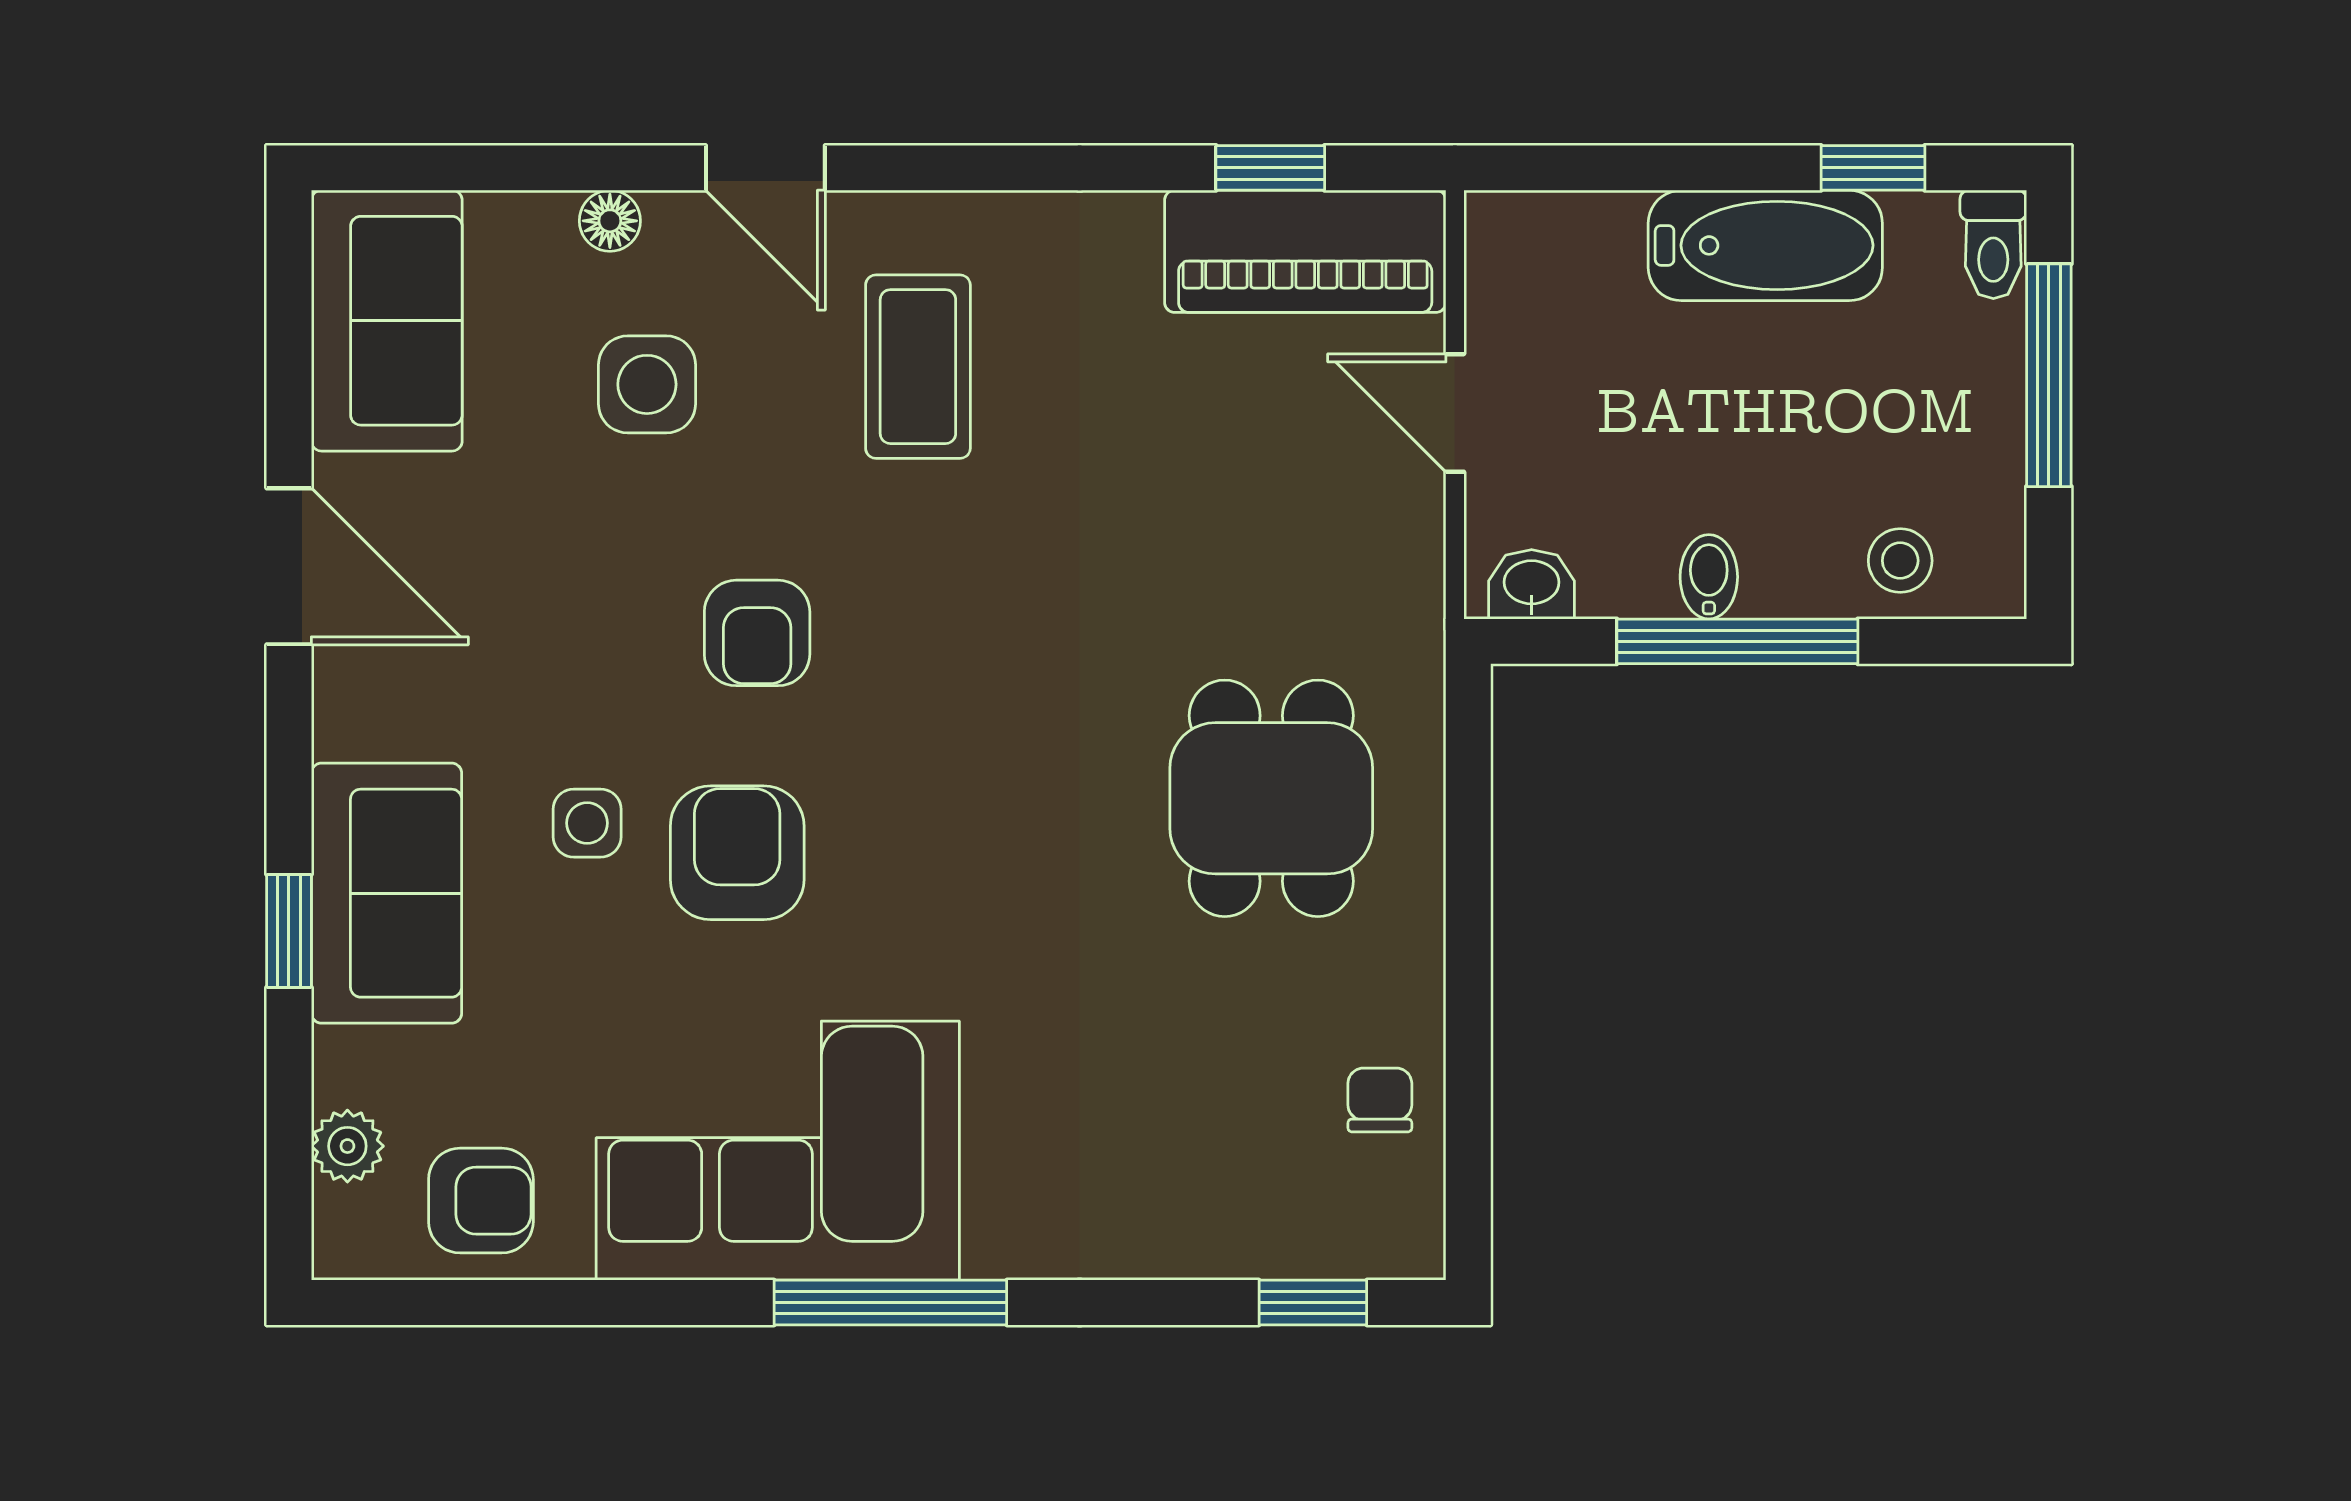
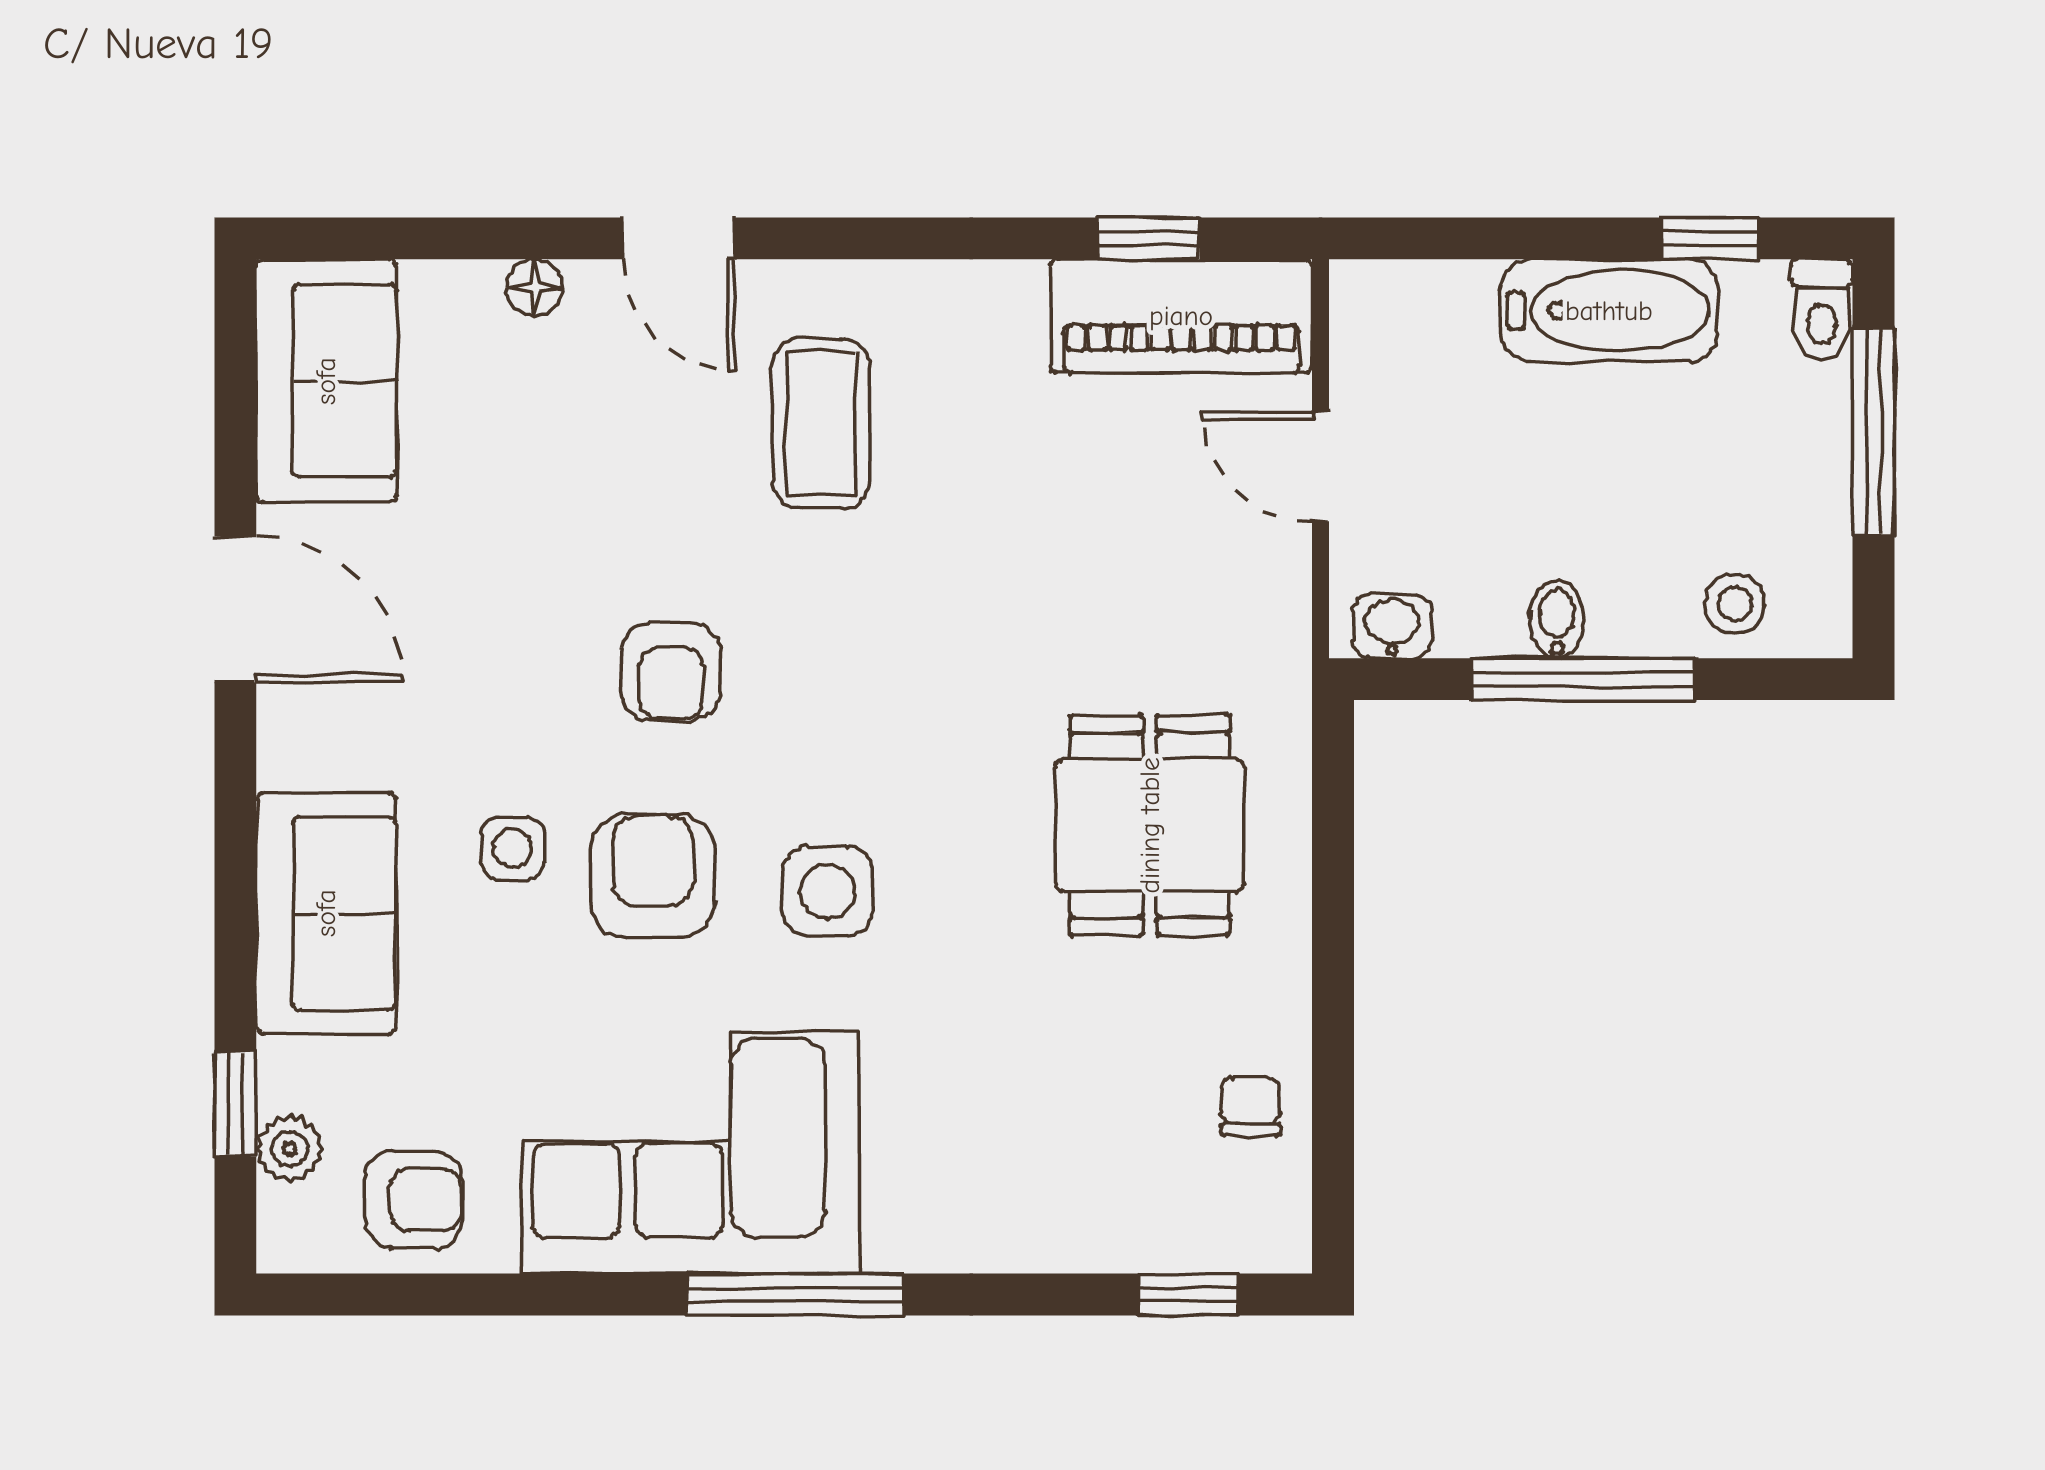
side table: (647, 384) -> (828, 891), moved
window: (289, 931) -> (235, 1104), moved

